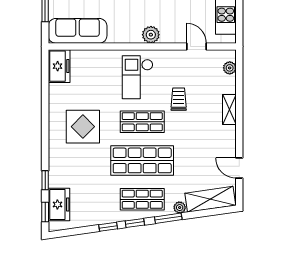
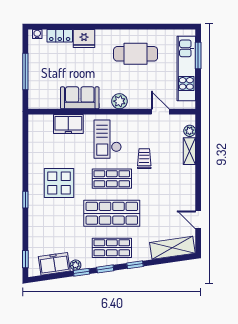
sofa: (78, 31) -> (80, 98), moved, width x0.73
freezer: (59, 66) -> (68, 124), moved, turned 90
shelving: (229, 110) -> (189, 151), moved
window: (45, 180) -> (25, 200), moved
freezer: (59, 204) -> (54, 264), moved, turned -98
plant: (180, 208) -> (76, 265), moved
window: (168, 218) -> (135, 265), width x0.67

